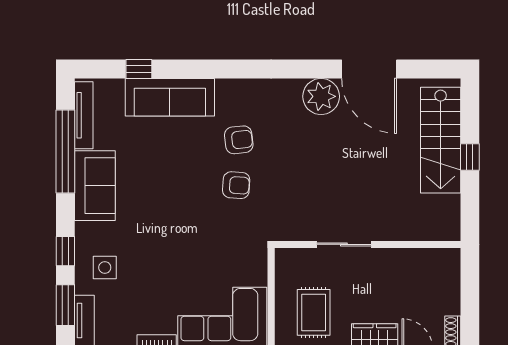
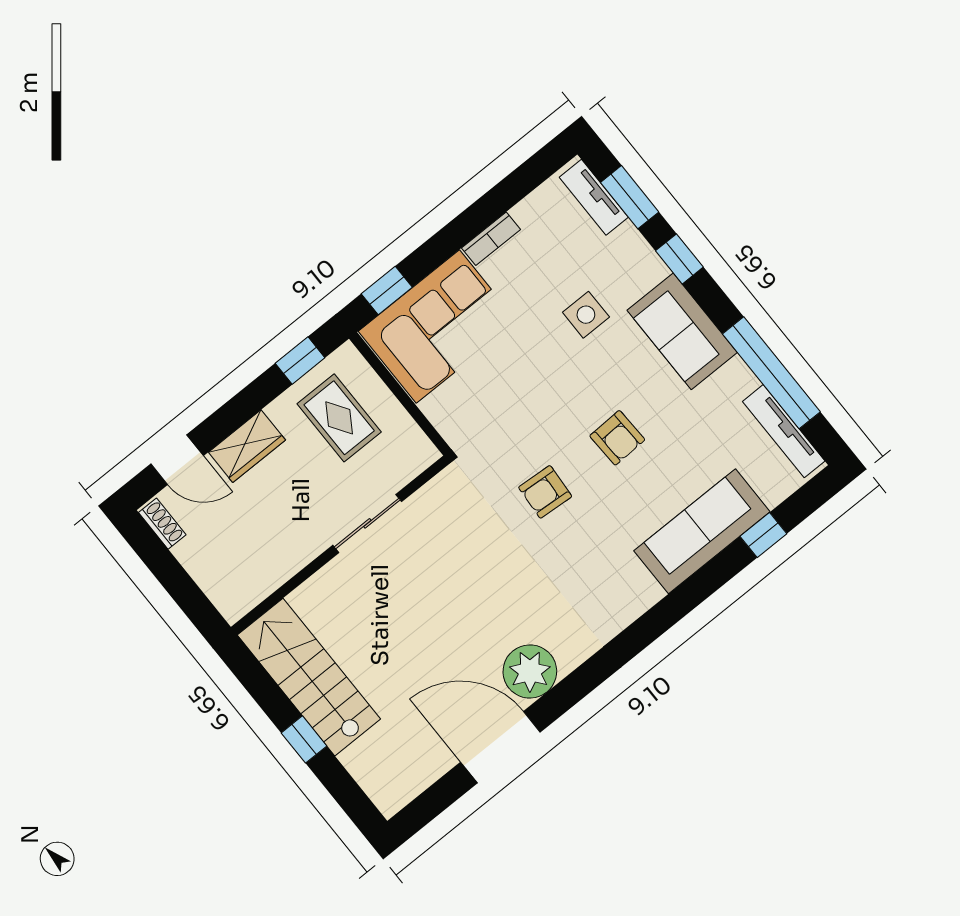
armchair: (239, 140) -> (617, 438), moved, turned -86
stairs: (441, 140) -> (309, 677), moved
sofa: (95, 186) -> (682, 331), moved
side table: (105, 268) -> (586, 315), moved

